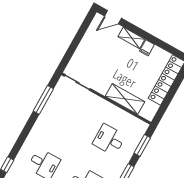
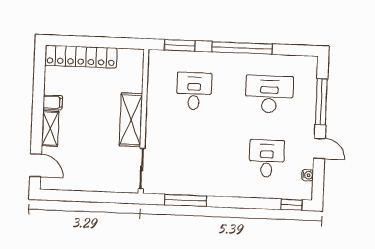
shelving: (125, 99) -> (131, 120), moved
desk: (109, 140) -> (194, 91), turned 180

